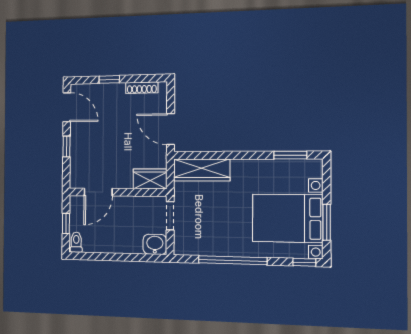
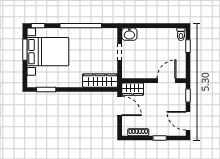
wardrobe: (150, 179) -> (133, 89), moved
door: (98, 192) -> (166, 81), moved
wall: (117, 192) -> (154, 81), moved

